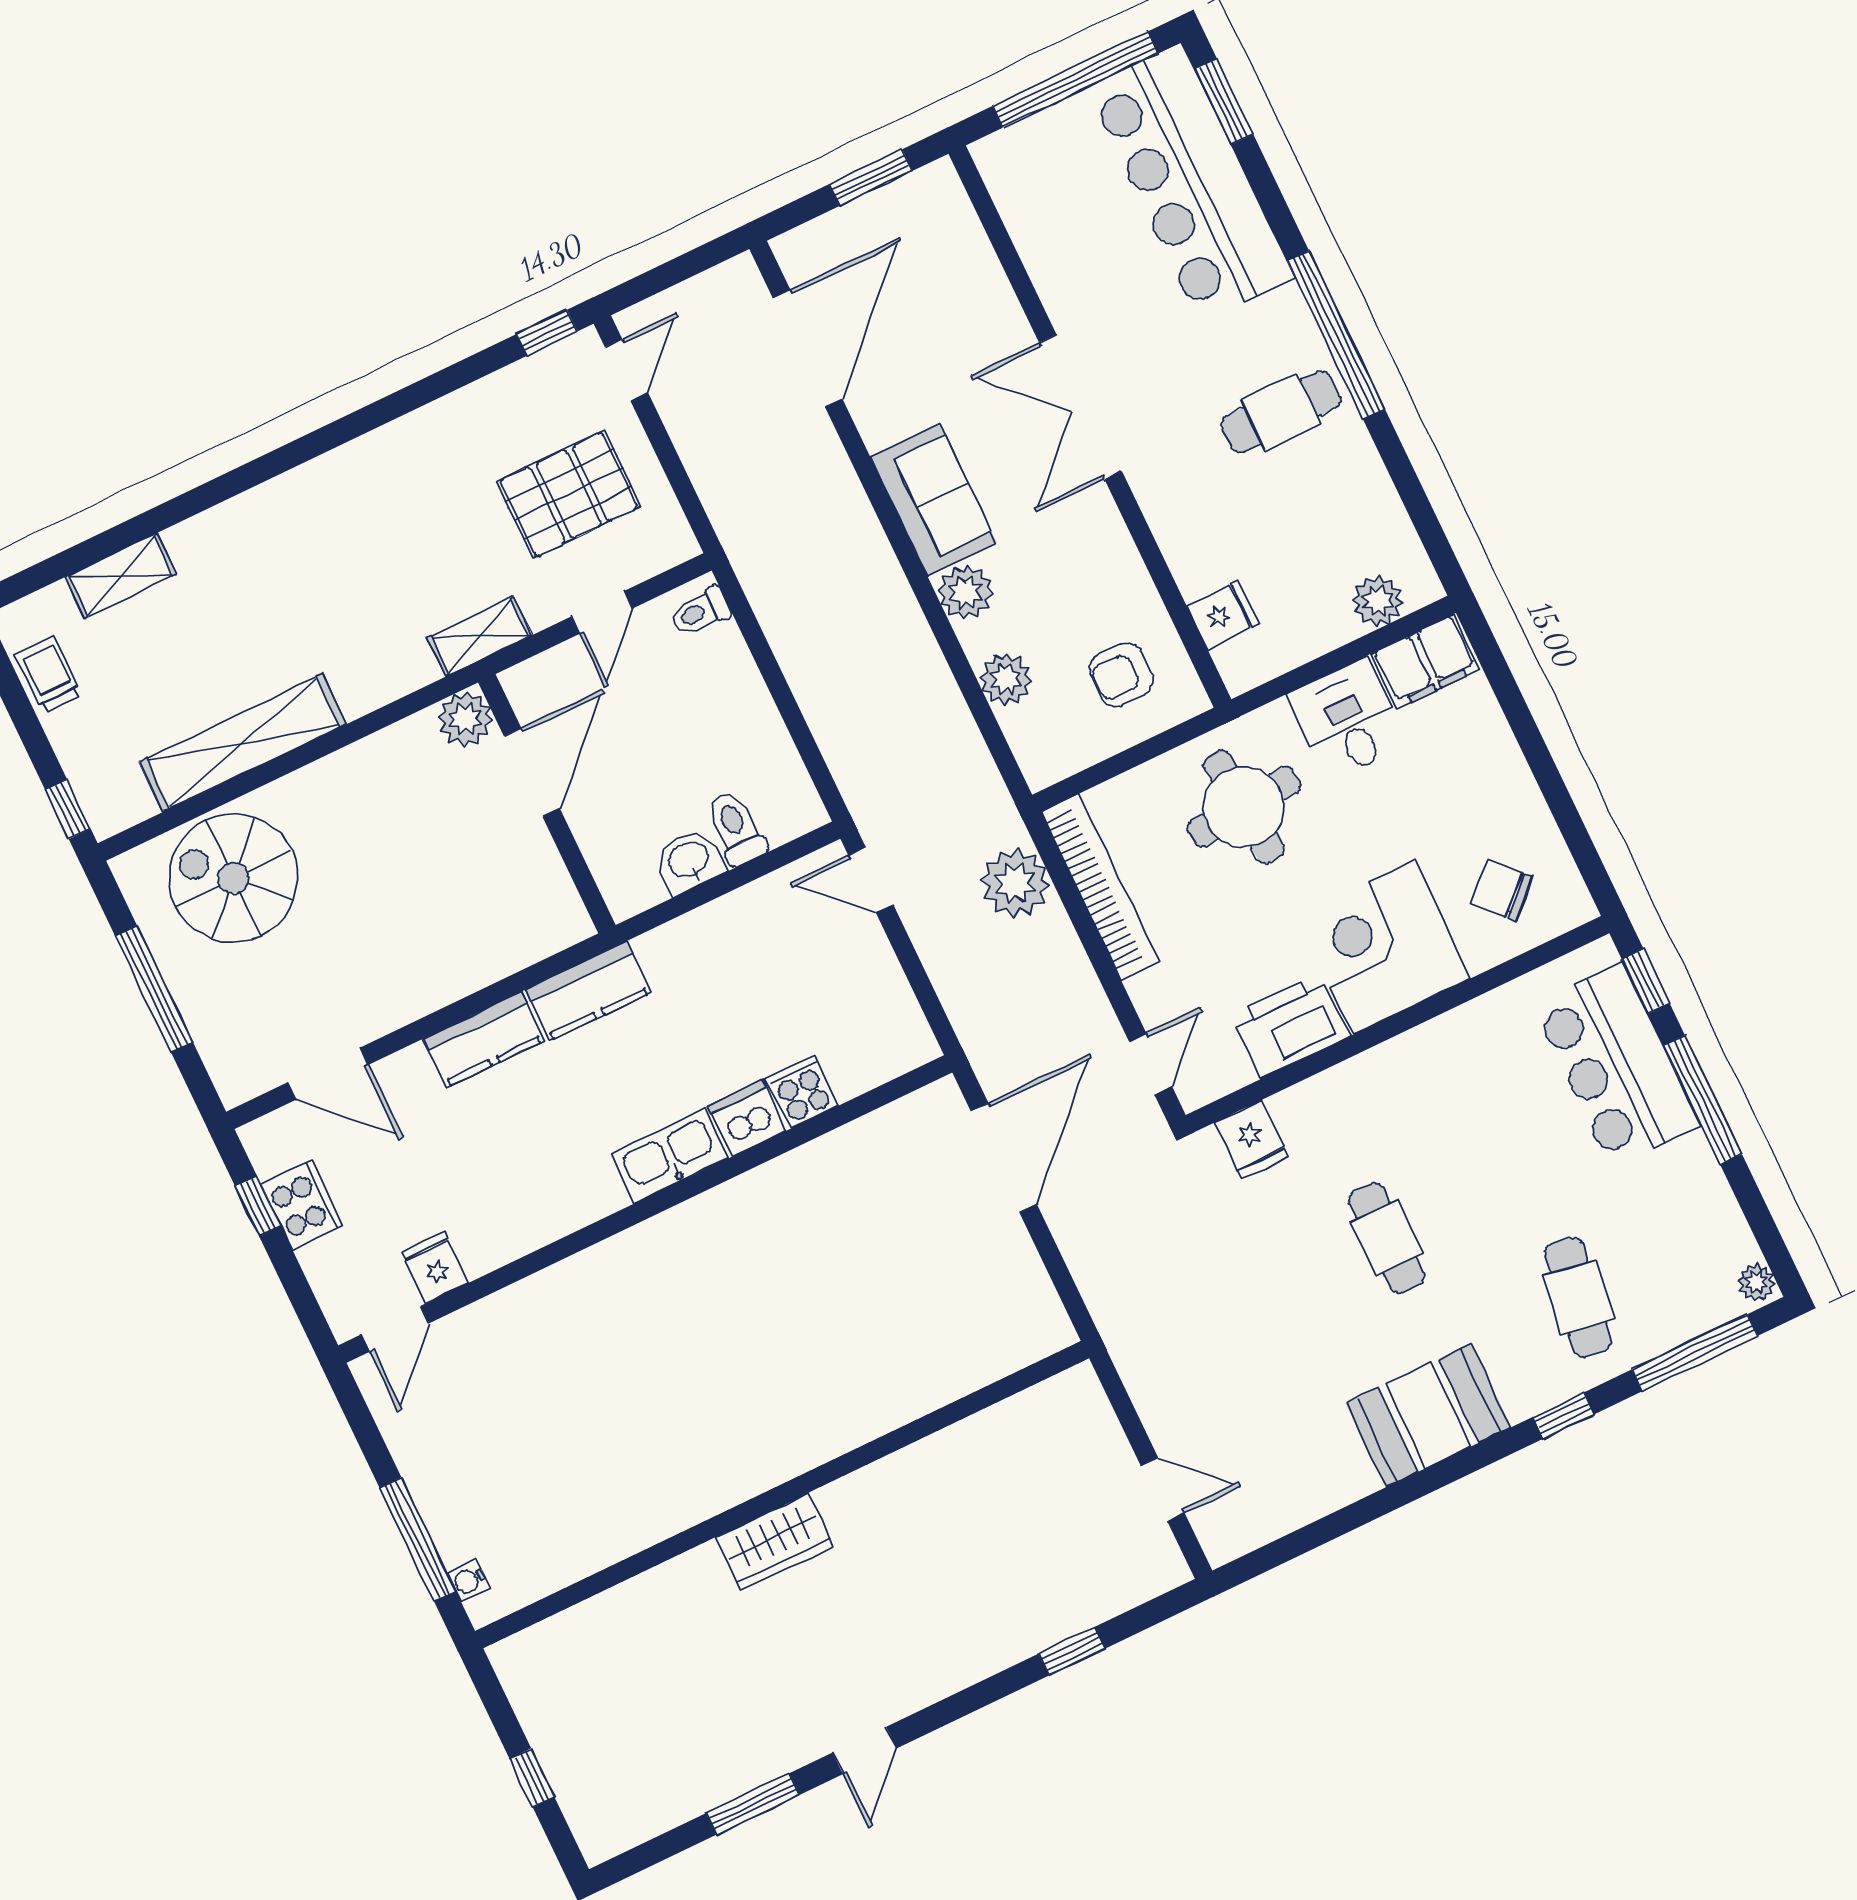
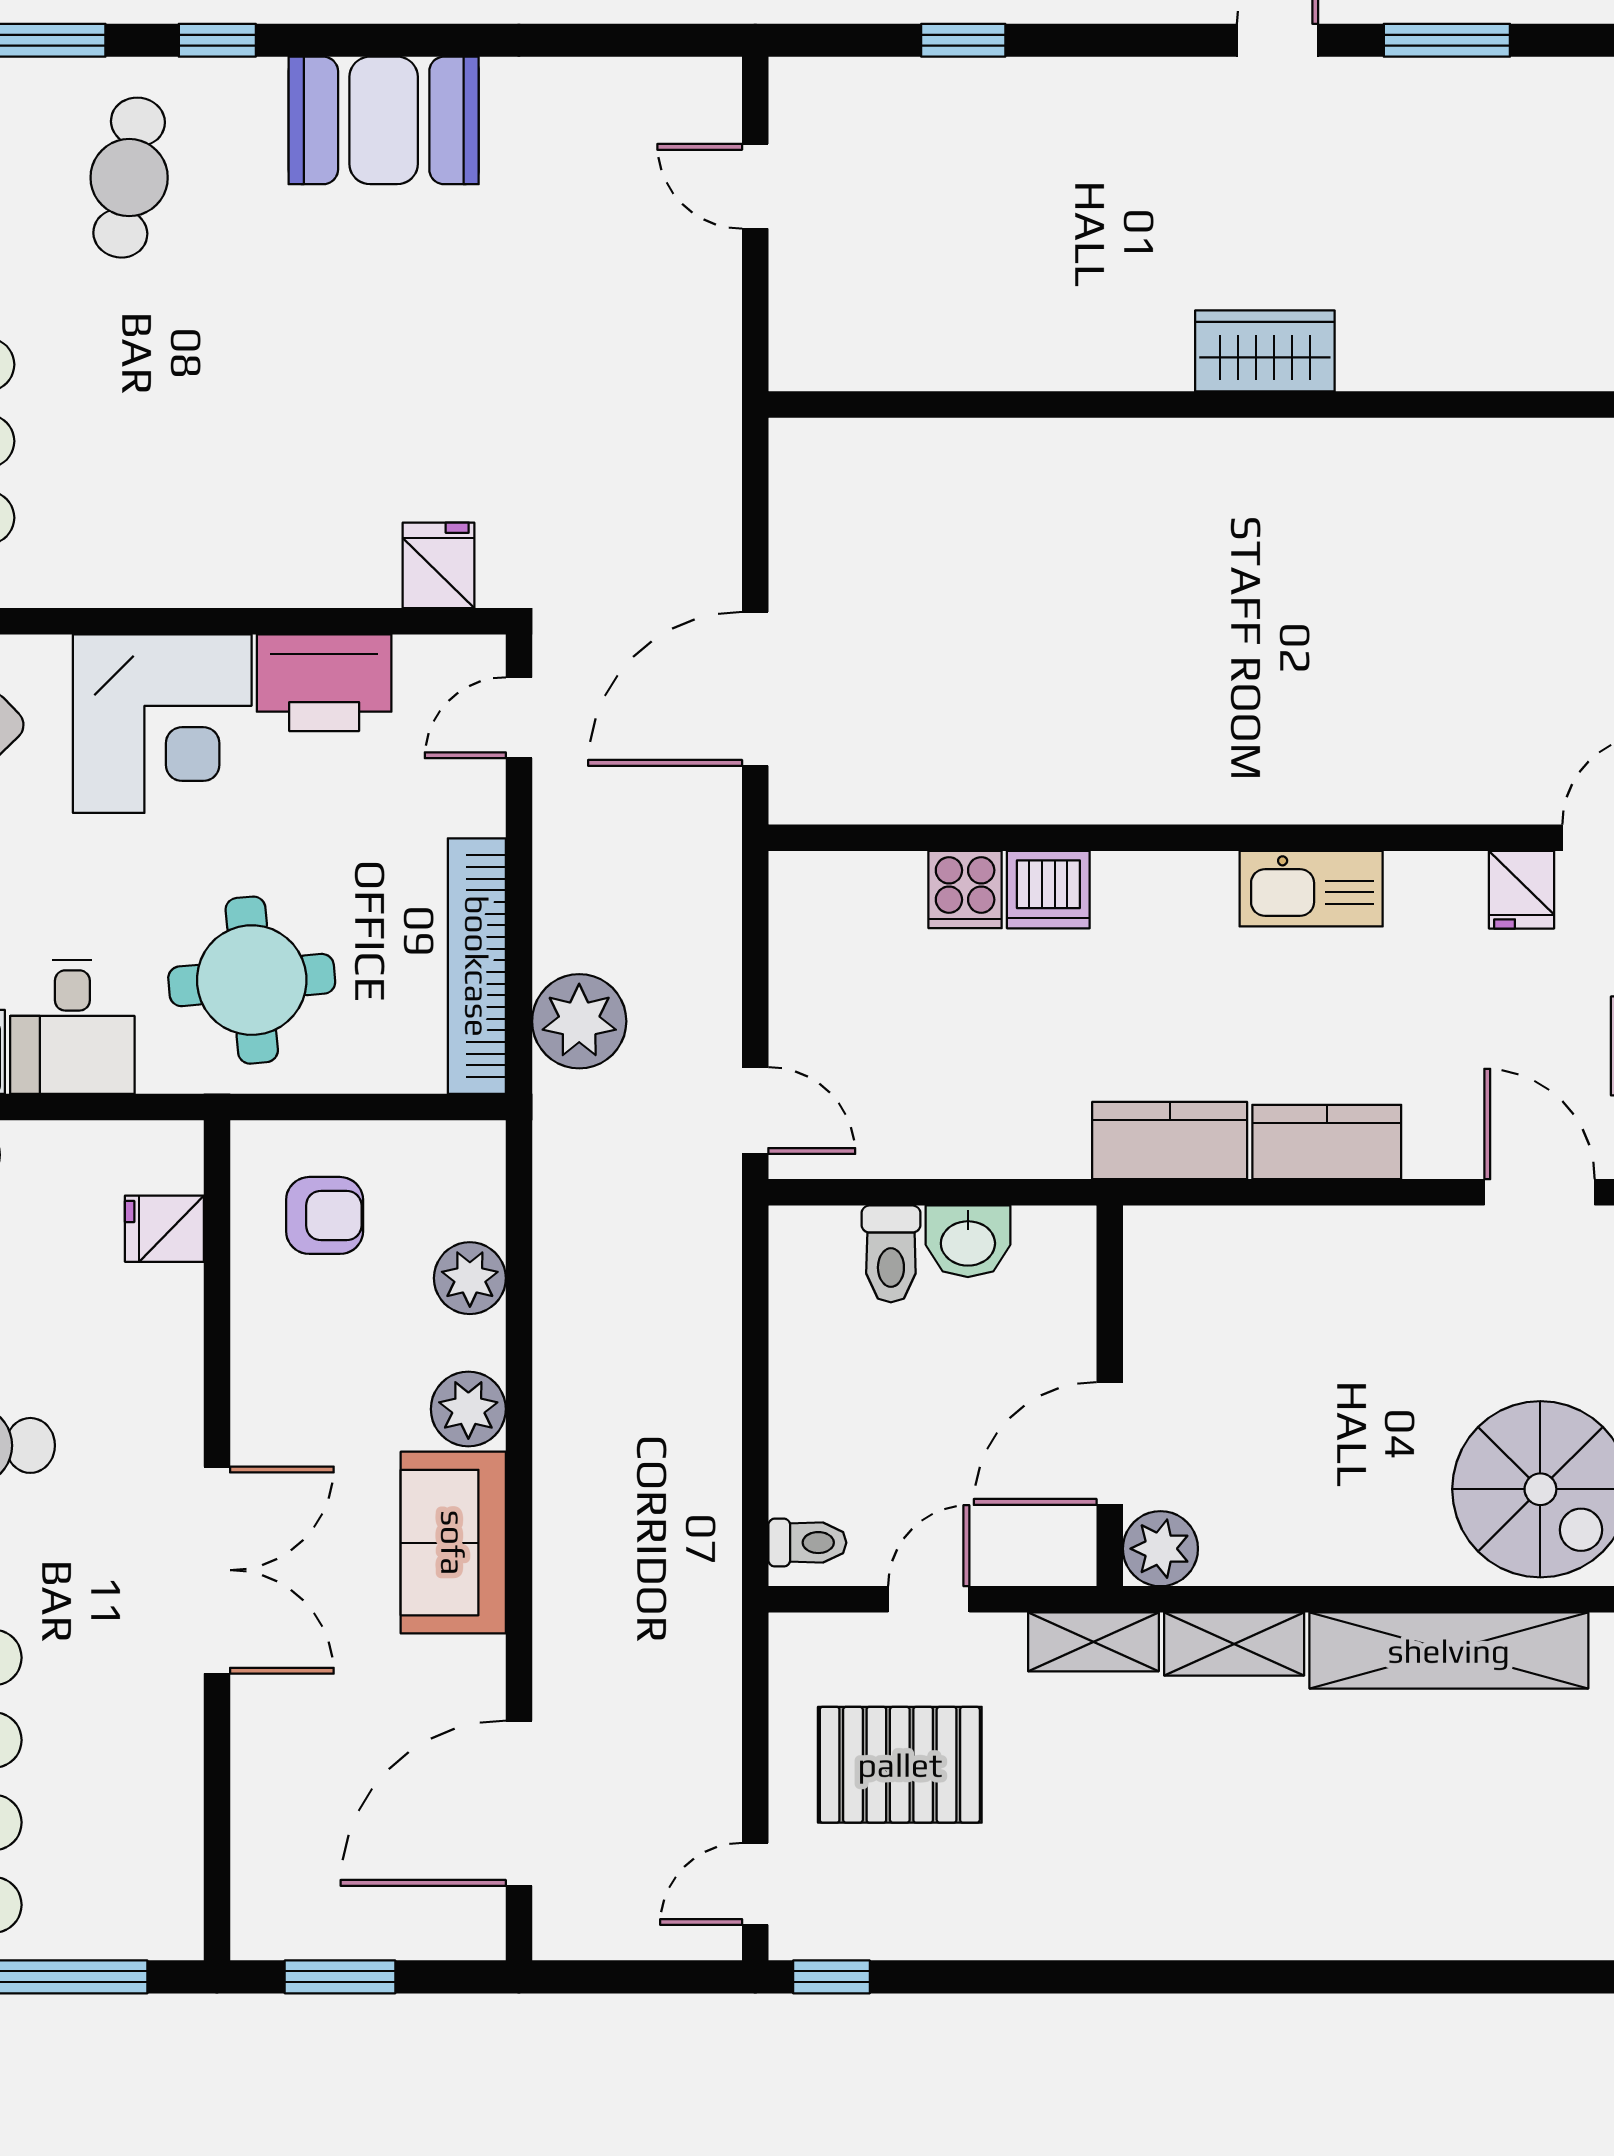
shelving: (121, 576) -> (1234, 1644), moved
kitchen sink: (670, 1156) -> (1311, 889), moved
cafe table: (1386, 1238) -> (331, 364), removed

